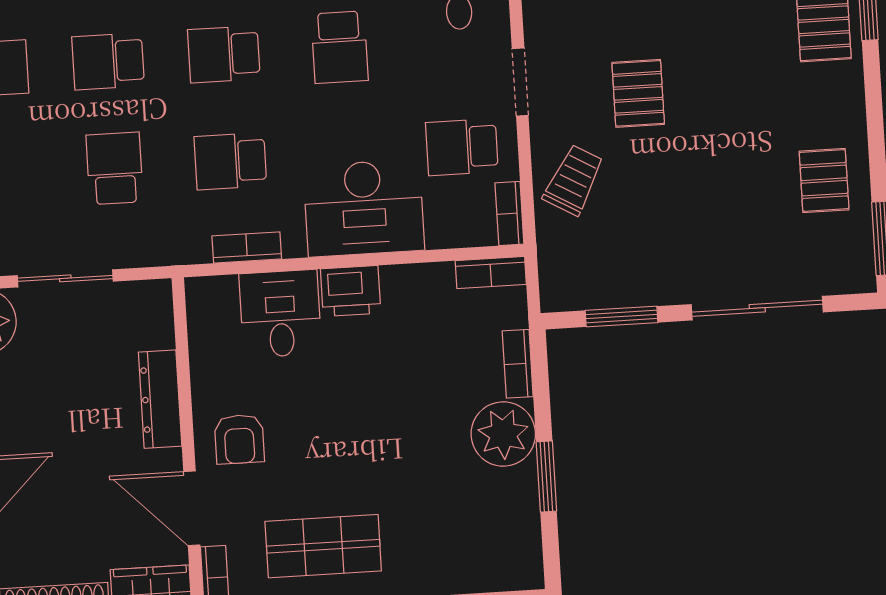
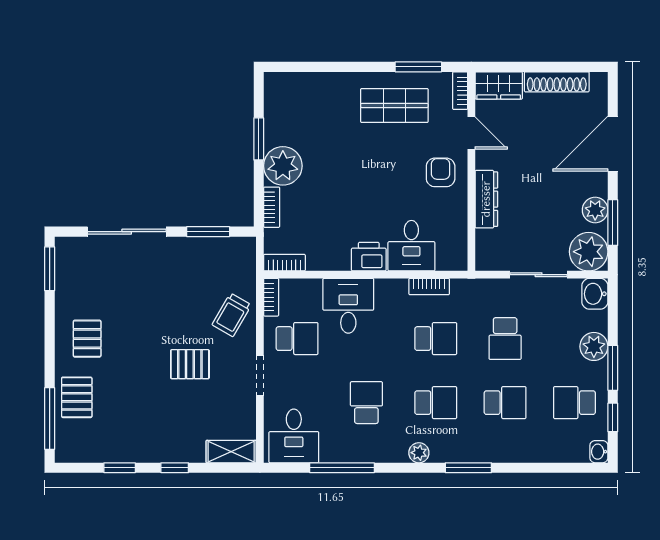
pallet: (638, 93) -> (190, 364), turned 90
pallet: (824, 181) -> (87, 339), moved
desk: (364, 208) -> (348, 306), width x0.73
door: (192, 508) -> (471, 133), width x0.73

